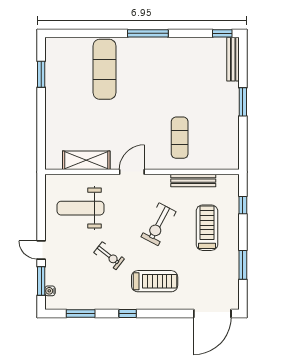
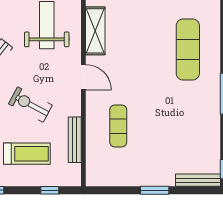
exercise mat: (104, 69) -> (188, 50), turned 90
exercise mat: (180, 138) -> (118, 126), turned 90

